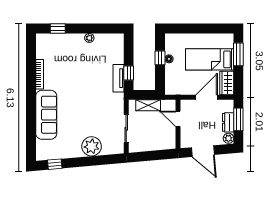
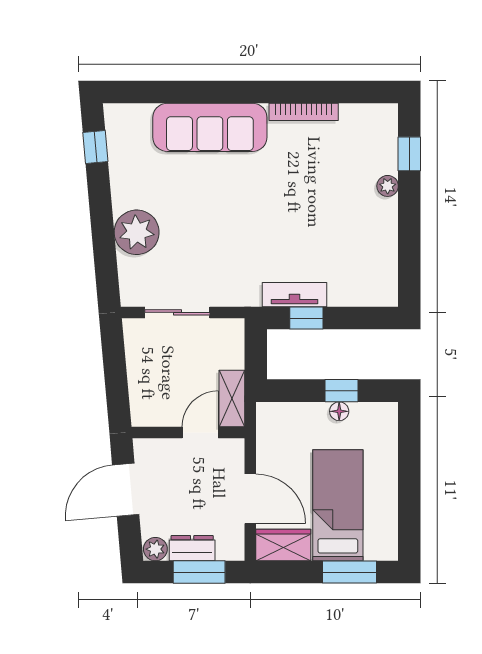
plant: (89, 38) -> (388, 186), moved
shelving: (148, 105) -> (232, 398), moved

